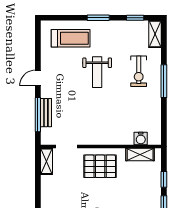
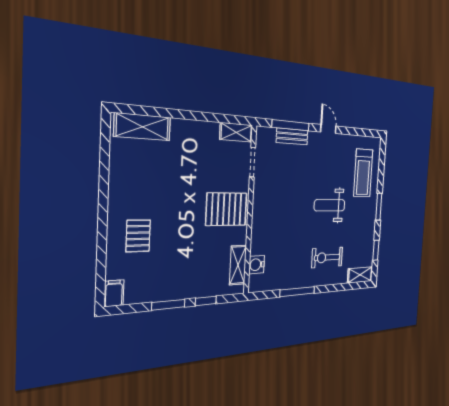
window: (164, 81) -> (297, 292), moved
pallet: (100, 166) -> (226, 209), turned 90

